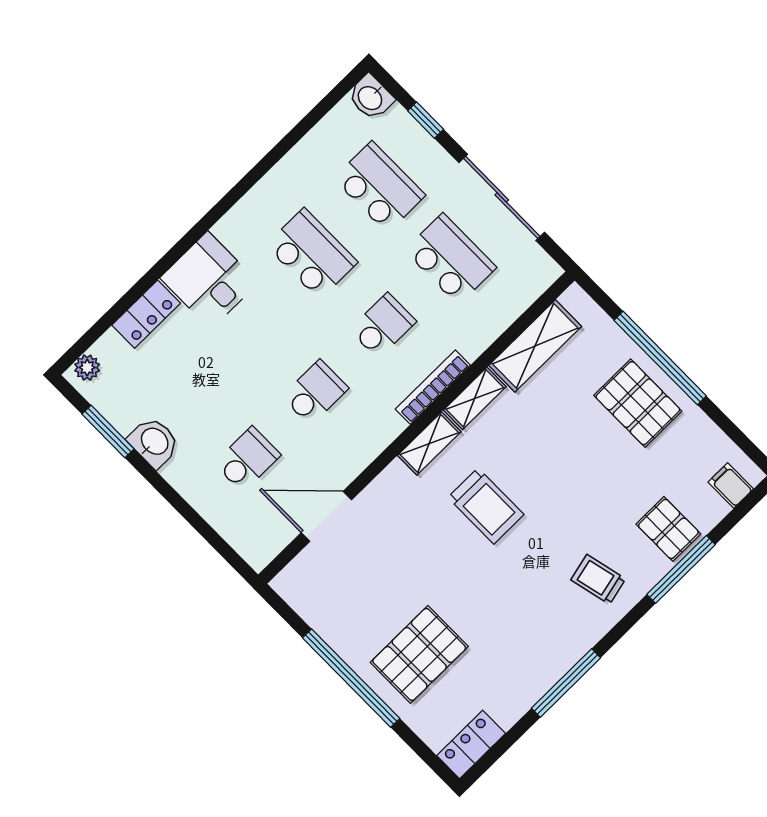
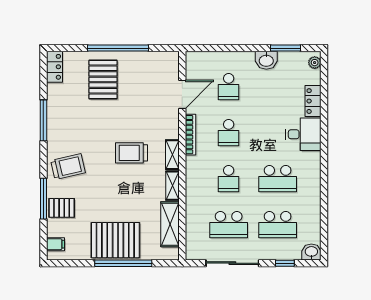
bookcase: (433, 387) -> (190, 135), moved
pallet: (638, 403) -> (115, 240), width x1.37, depth x1.41
trolley: (598, 579) -> (68, 167), width x1.36, depth x1.39

